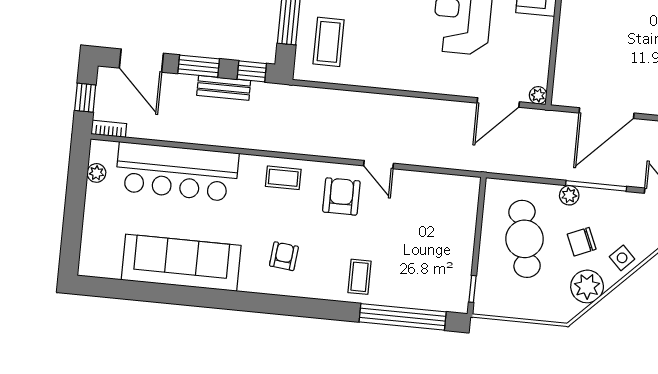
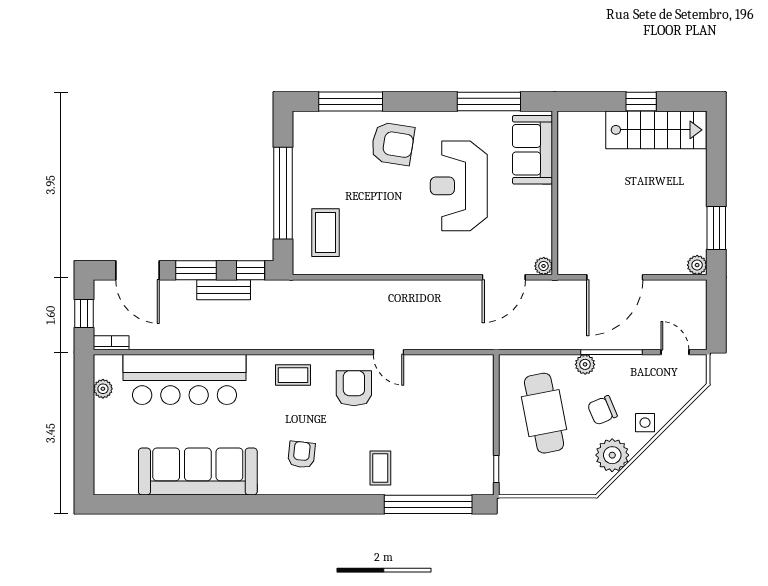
side table: (622, 258) -> (645, 423), turned 45

